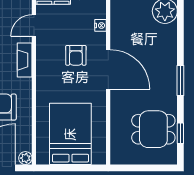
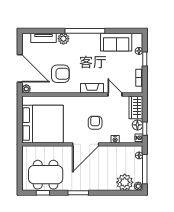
armchair: (76, 55) -> (95, 123), turned 90
dining table: (153, 129) -> (46, 175), width x1.38
bed: (70, 134) -> (42, 124), width x1.36

